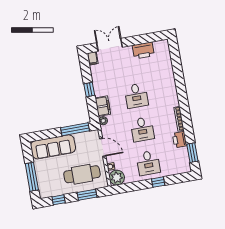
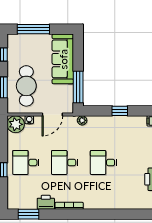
filing cabinet: (103, 106) -> (99, 123), removed

